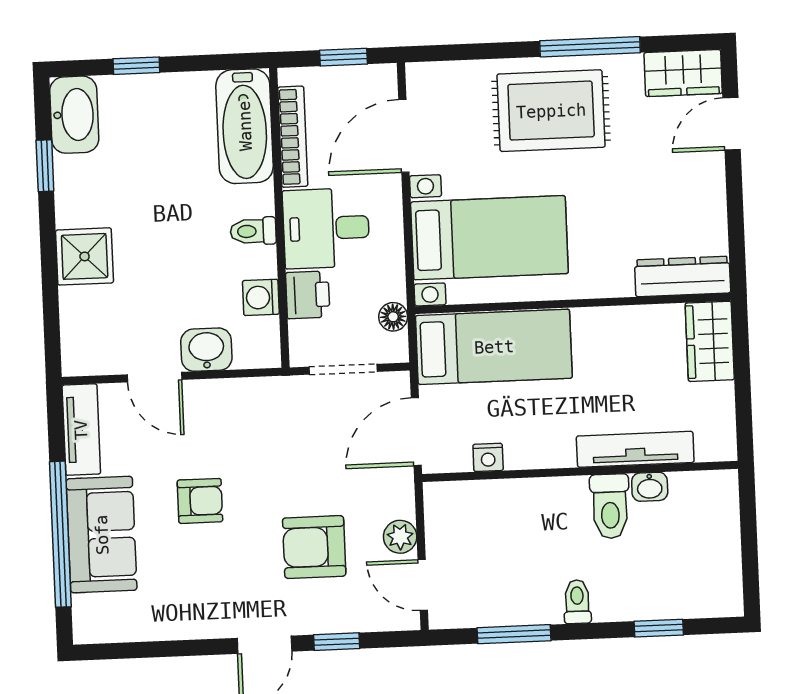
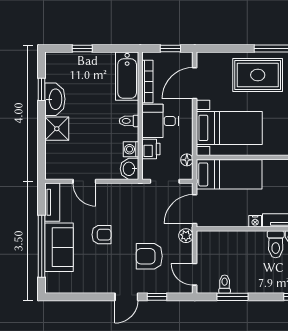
washbasin: (74, 115) -> (55, 99), moved
washbasin: (206, 350) -> (129, 169), moved, turned -90
nightstand: (488, 457) -> (255, 221), moved
plant: (400, 537) -> (186, 236), moved
toilet: (577, 602) -> (225, 284), moved

